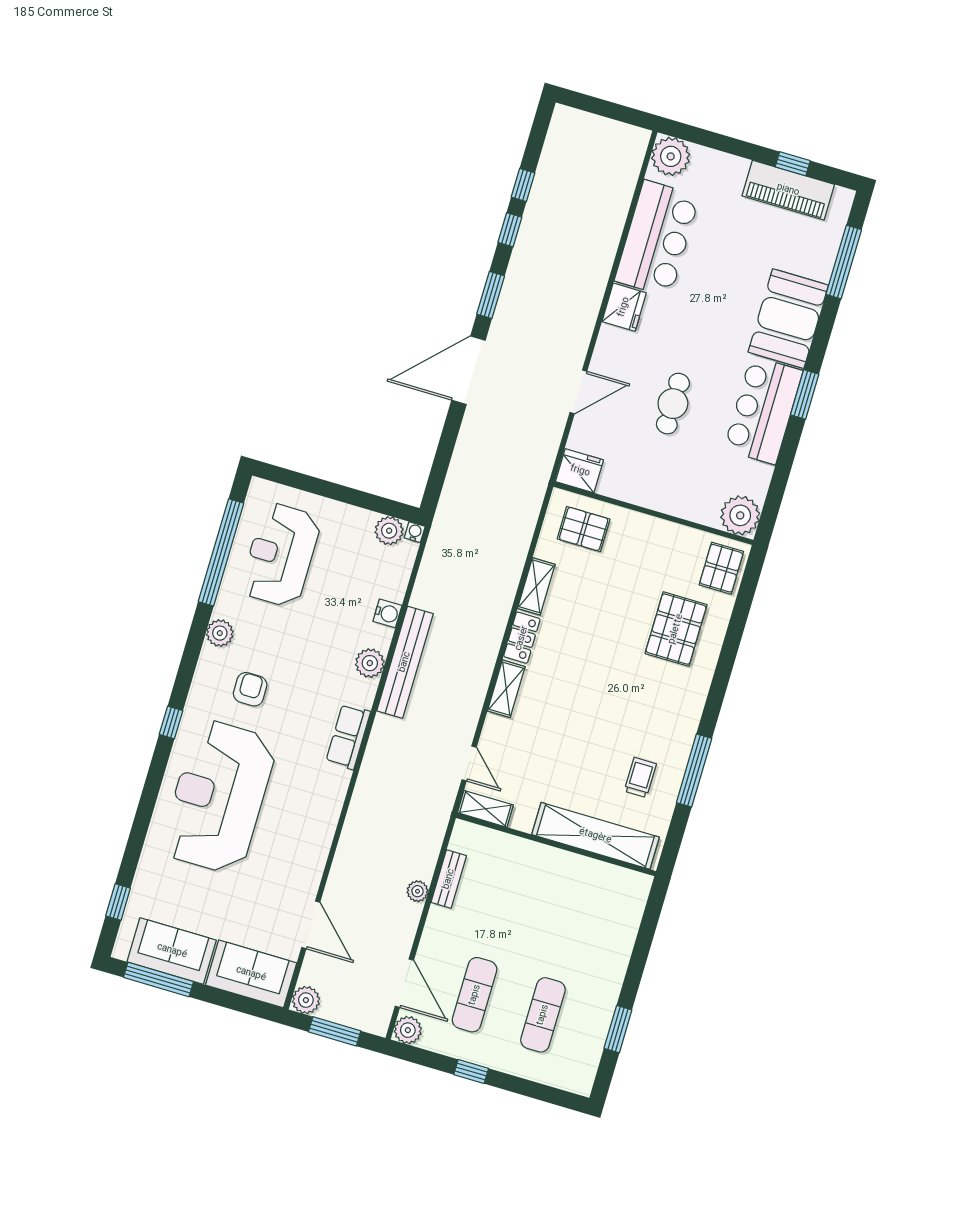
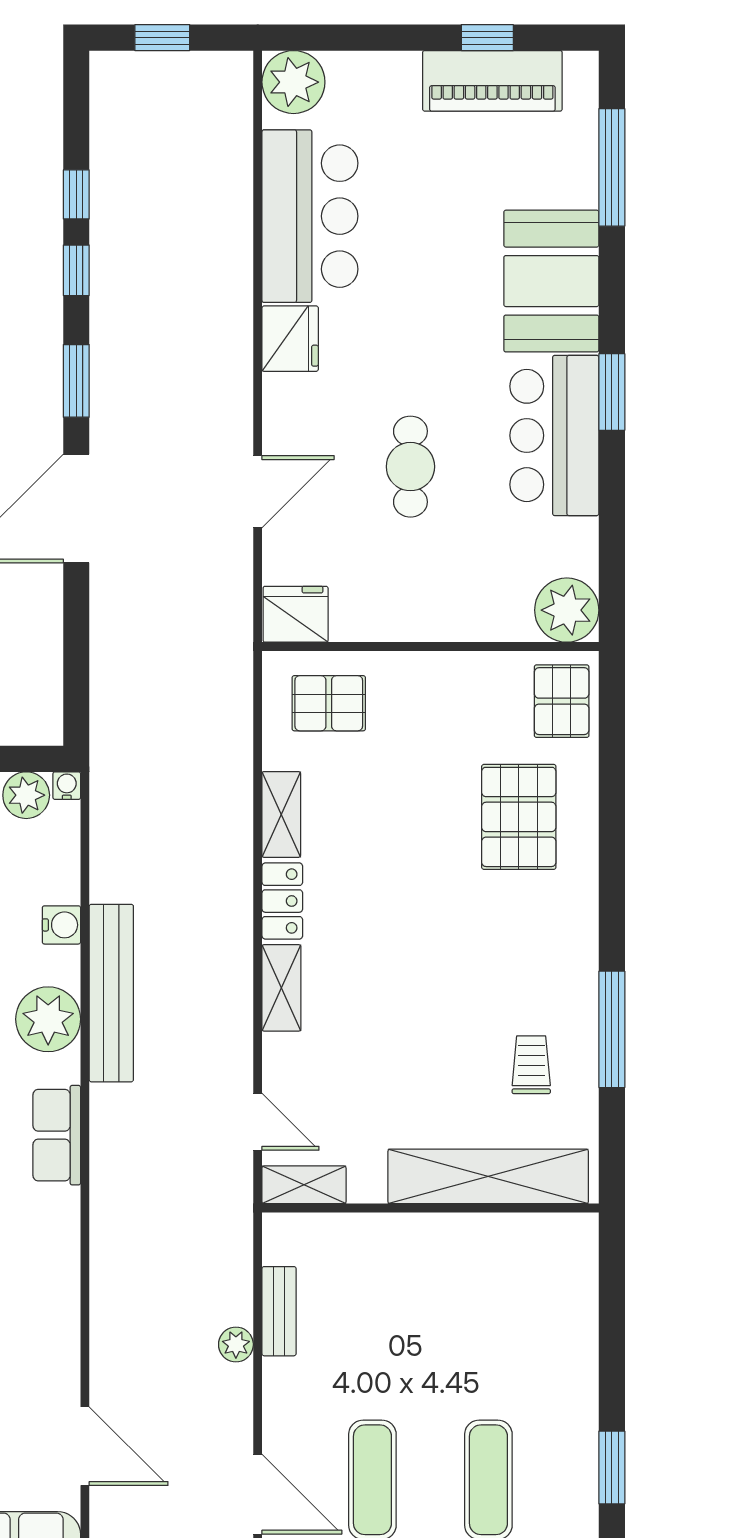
window: (601, 107) -> (162, 38), added
plant: (370, 663) -> (48, 1019), width x1.36, depth x1.36

